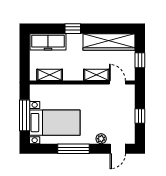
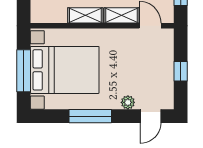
shelving: (50, 75) -> (85, 15), moved
bed with nightstands: (55, 123) -> (65, 70), width x1.36

